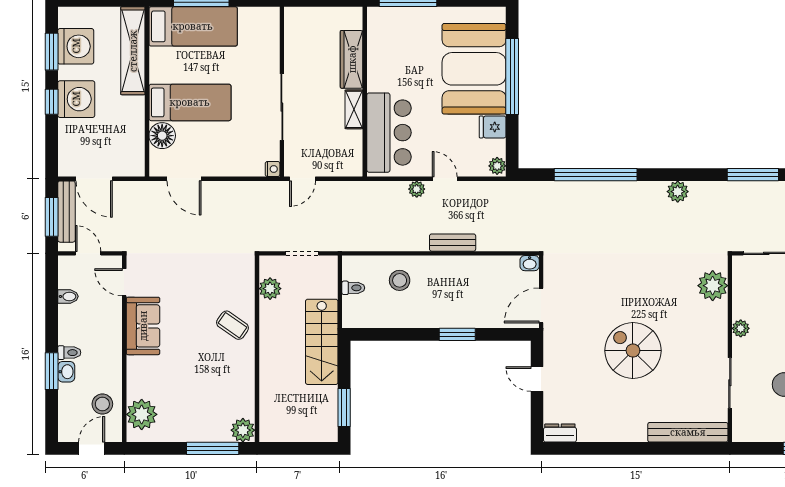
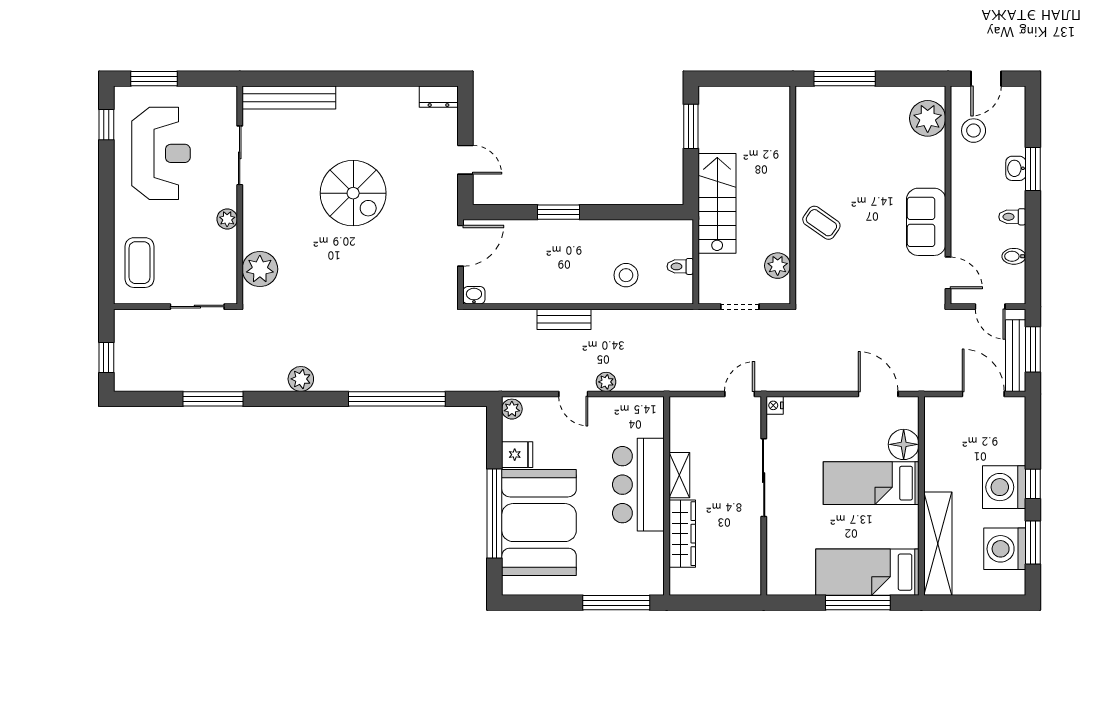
bar counter: (389, 133) -> (638, 485), moved
toilet: (69, 353) -> (1012, 217), moved
plant: (243, 430) -> (809, 100), removed

